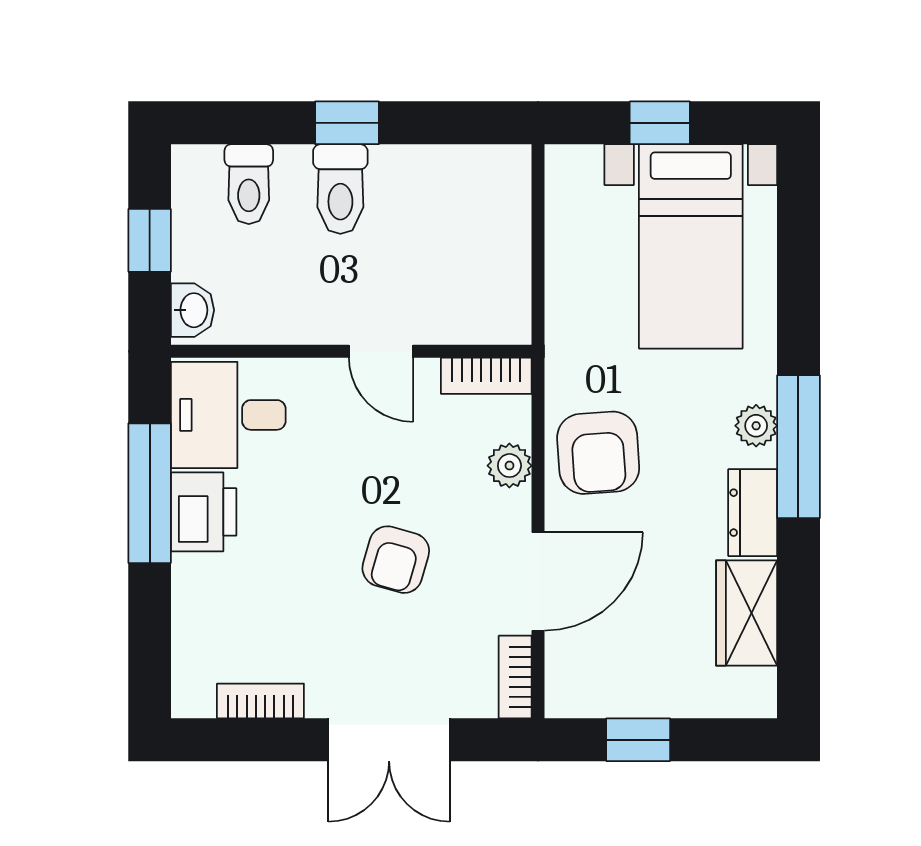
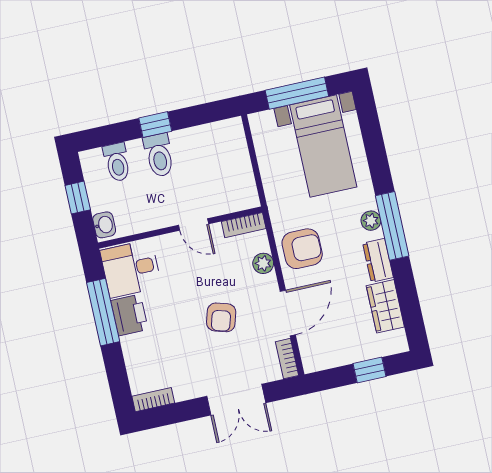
window: (660, 123) -> (297, 93), width x2.17
armchair: (598, 453) -> (302, 249), turned -86
bookcase: (260, 701) -> (153, 400), moved
window: (638, 740) -> (369, 370), moved

